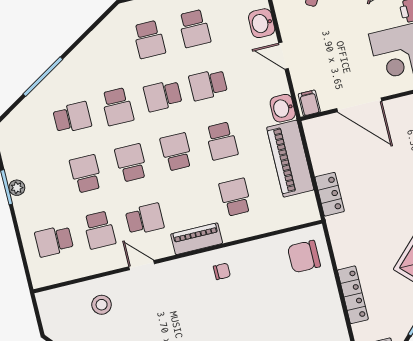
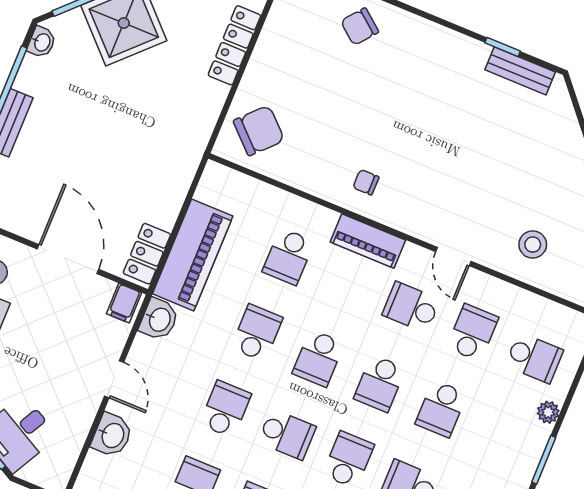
school desk: (208, 85) -> (225, 409), turned -90
plant: (17, 188) -> (548, 412), moved
locker: (330, 194) -> (147, 254), moved
chair: (304, 256) -> (259, 131), turned -46

